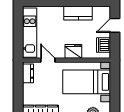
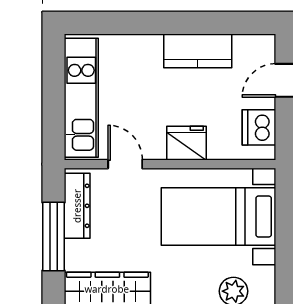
dresser: (28, 73) -> (77, 206), width x1.44
window: (18, 90) -> (53, 236), added

